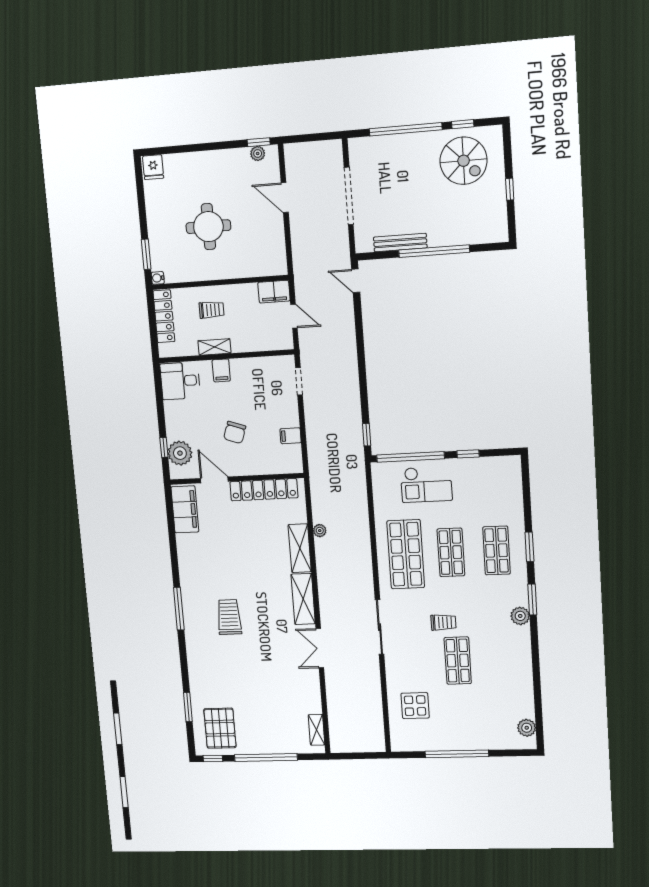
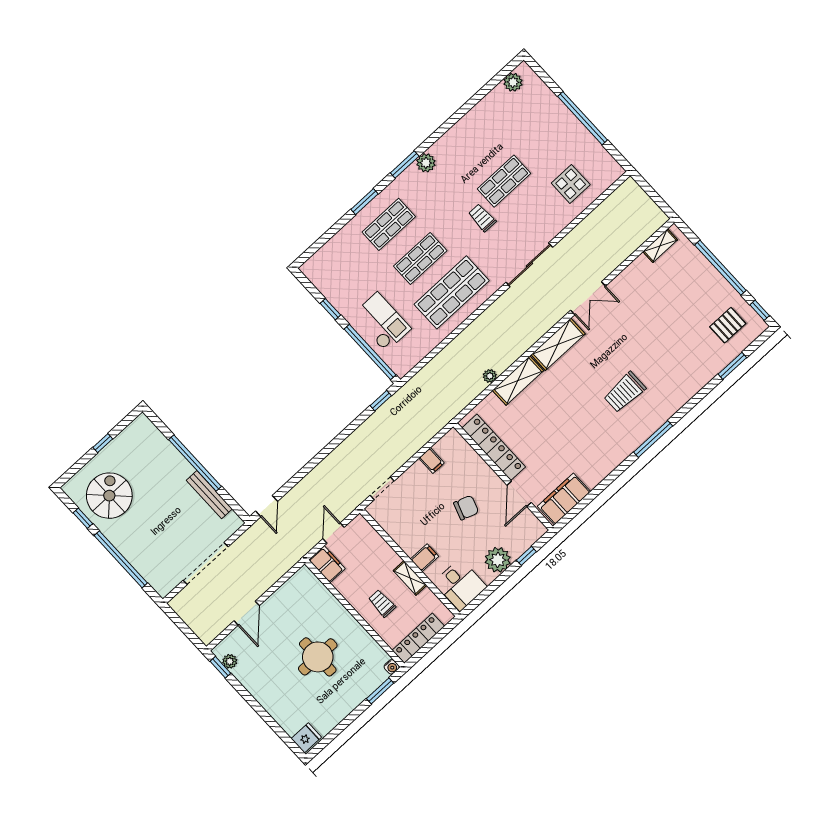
plant: (180, 453) -> (498, 560), moved
pallet: (220, 728) -> (728, 325), width x0.67, depth x0.71

